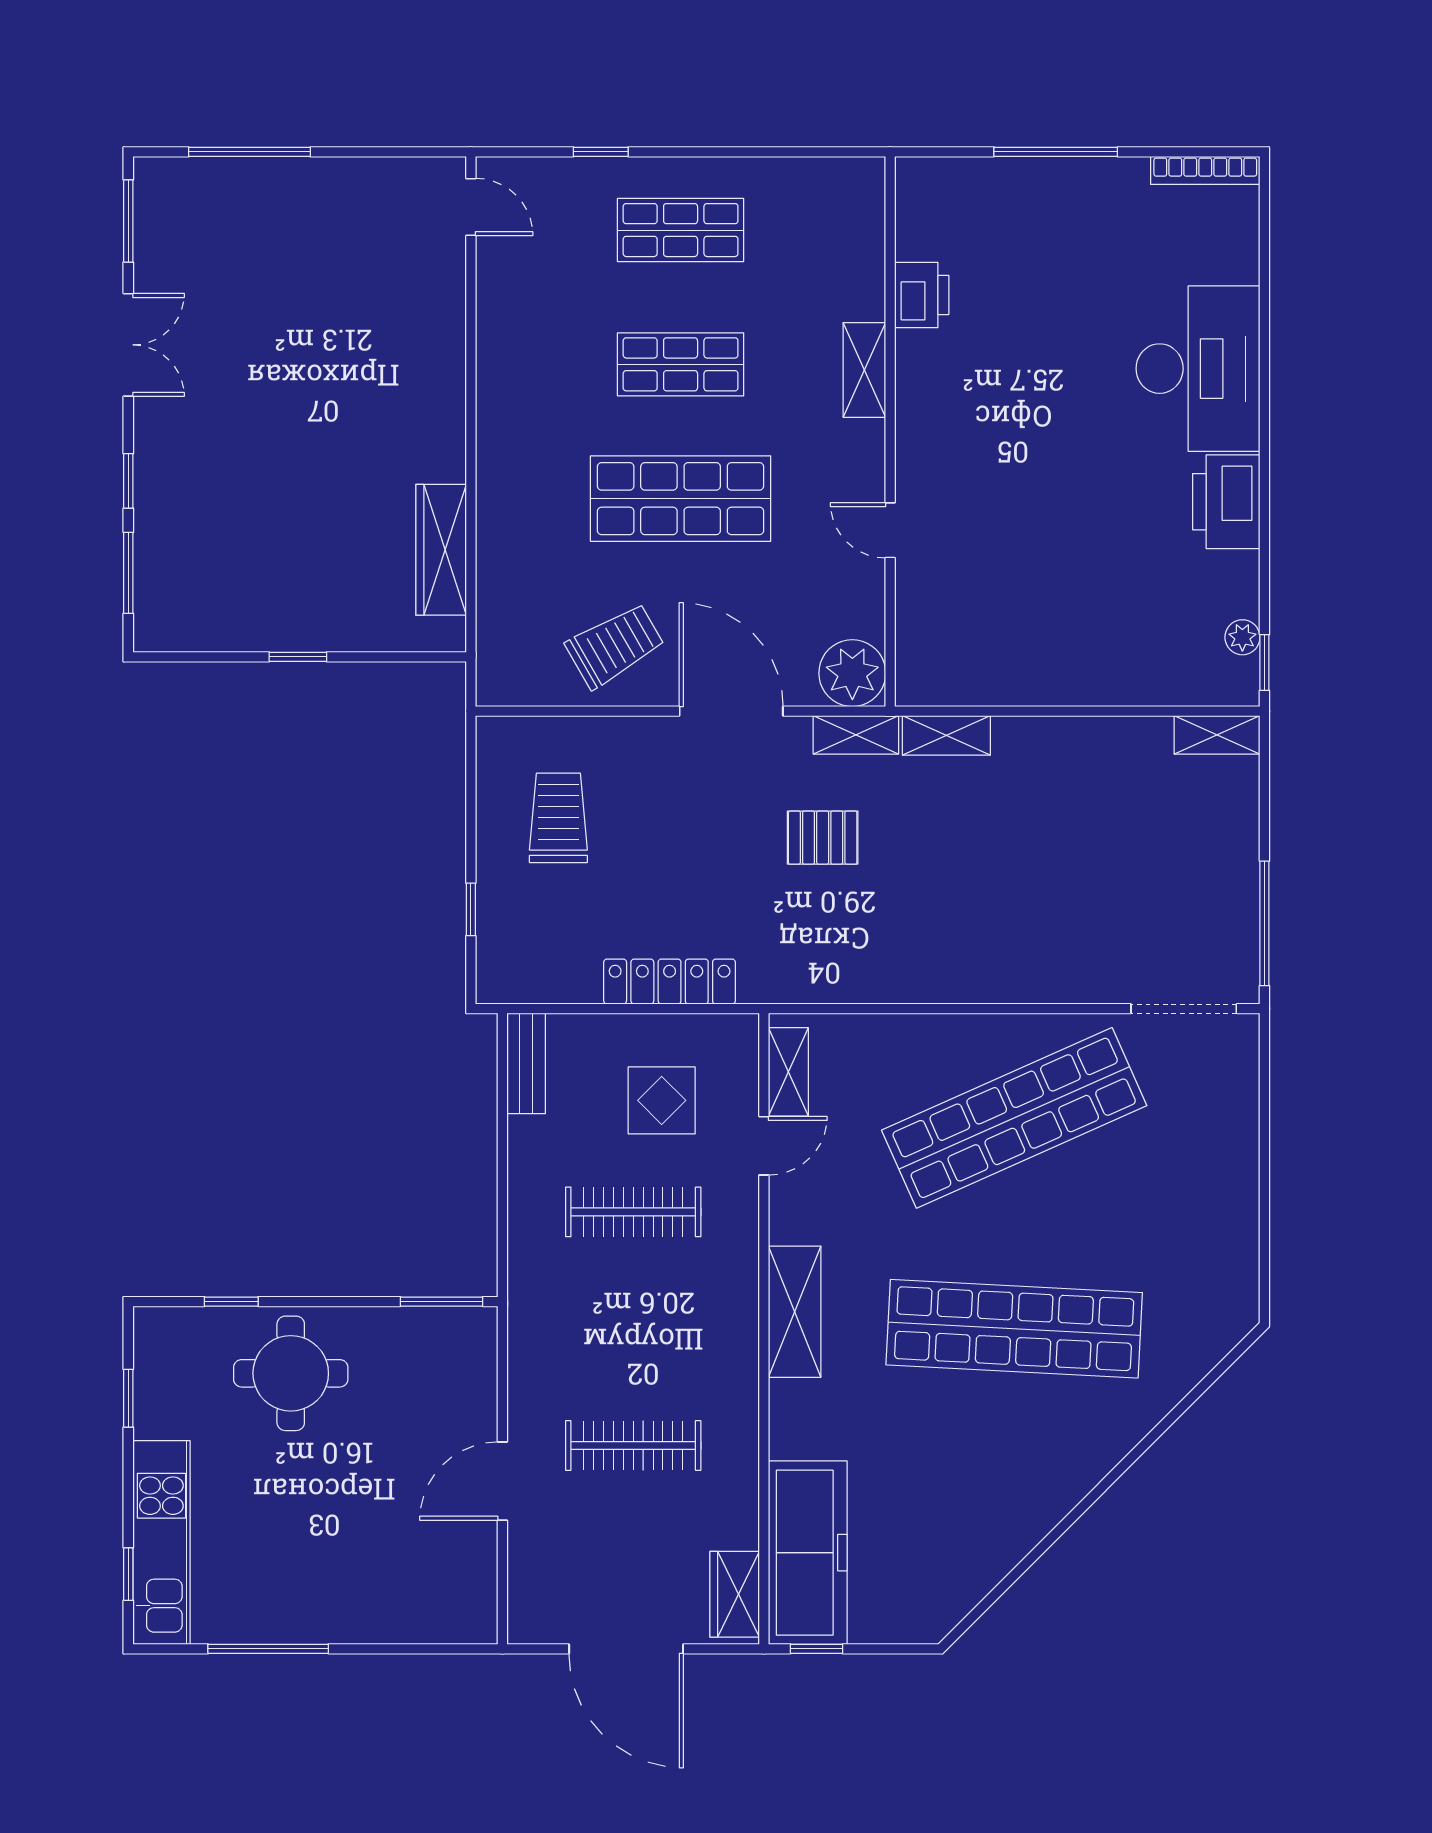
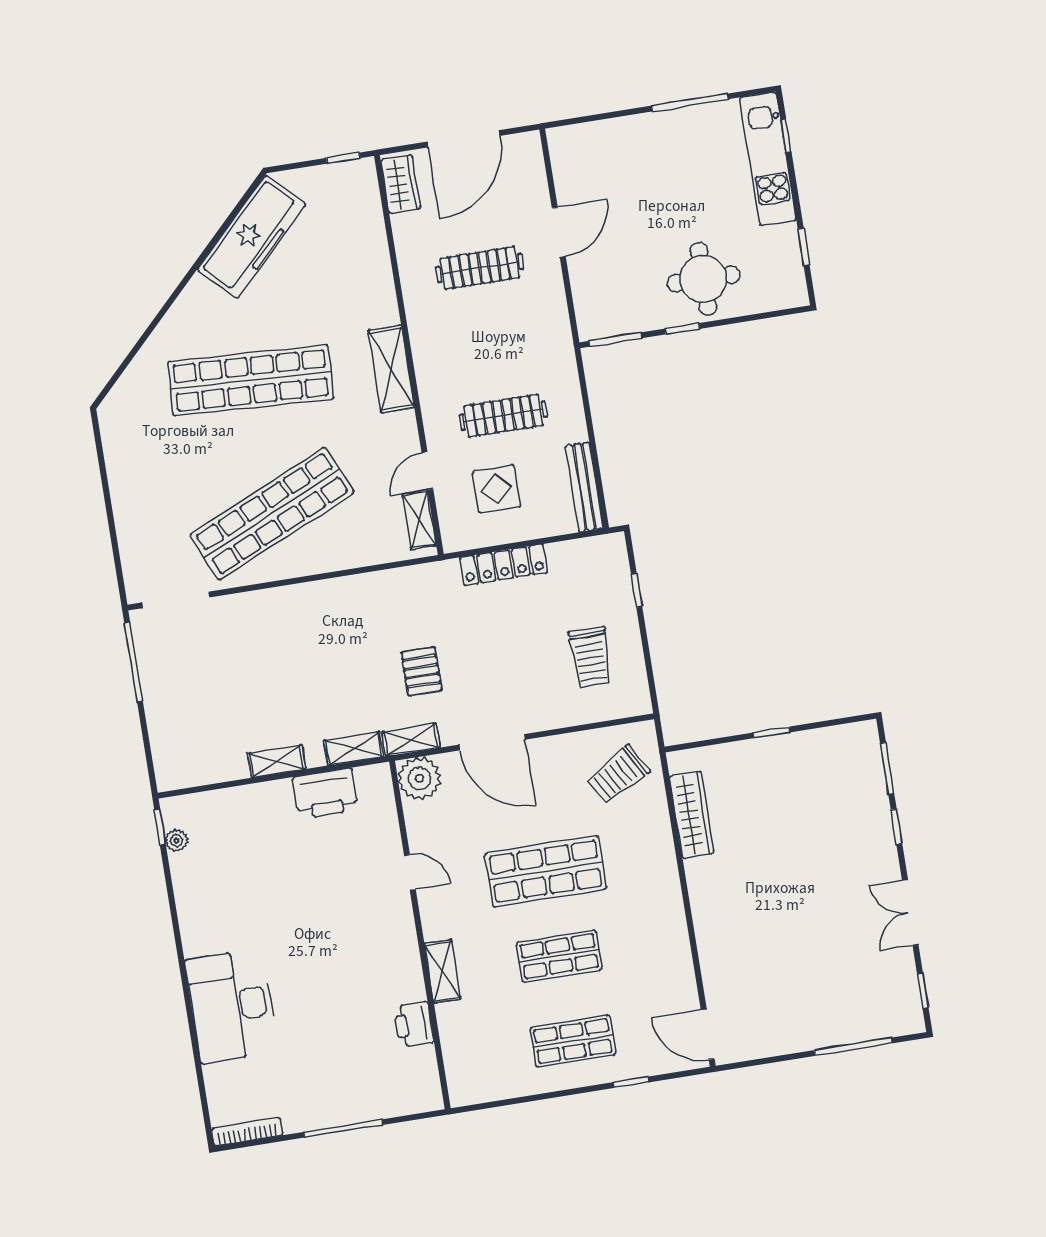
door: (471, 207) -> (708, 1034), width x1.38
window: (128, 221) -> (923, 991), width x0.67
printer: (1226, 502) -> (325, 794), moved, turned 90
trolley: (615, 646) -> (618, 775), moved
shelving: (1217, 735) -> (277, 761), moved
pallet: (823, 838) -> (421, 671), turned 90
bench: (526, 1063) -> (584, 487), width x1.36
window: (231, 1302) -> (682, 329), moved
freezer: (808, 1553) -> (252, 237), moved, turned -135
door: (626, 1649) -> (464, 139), swing flipped

